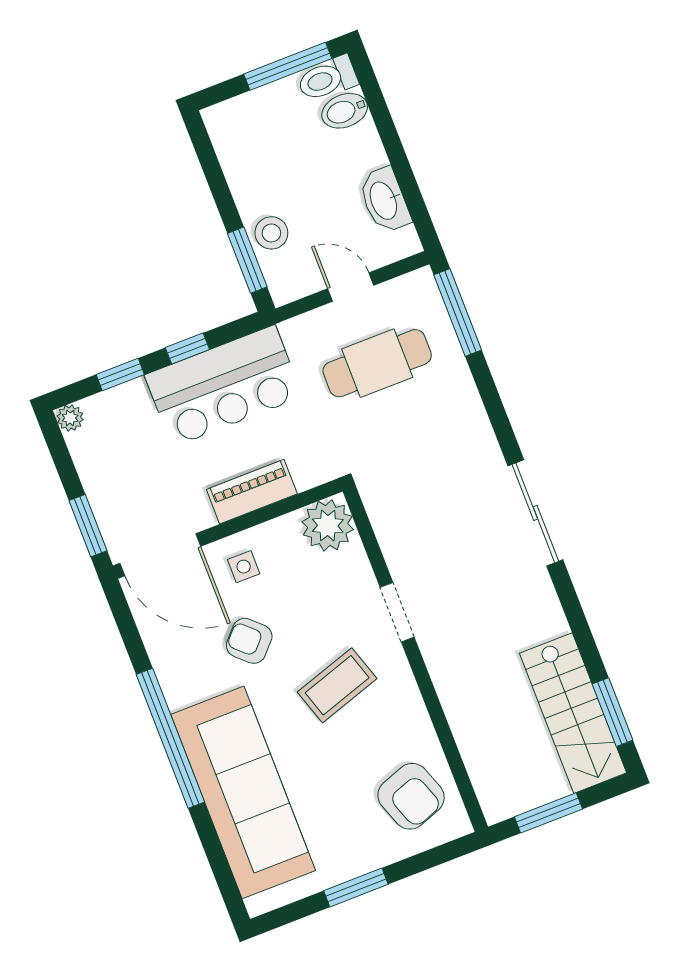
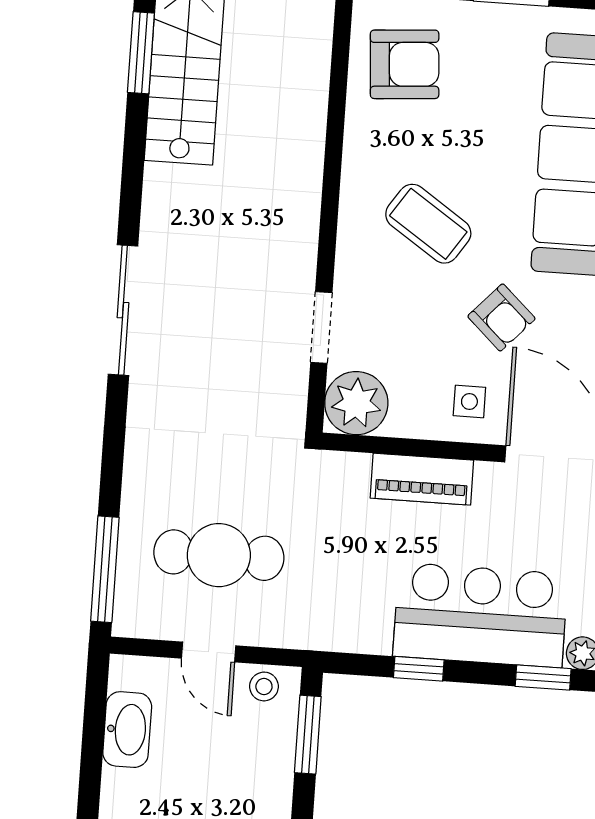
stool: (271, 233) -> (264, 686), moved, width x0.73, depth x0.73
window: (120, 375) -> (543, 677), moved
bar counter: (224, 386) -> (480, 615), moved
doorway: (397, 612) -> (321, 327), moved
coffee table: (337, 685) -> (428, 224), turned 52
armchair: (411, 796) -> (405, 64), turned 106

